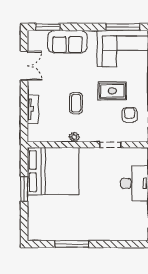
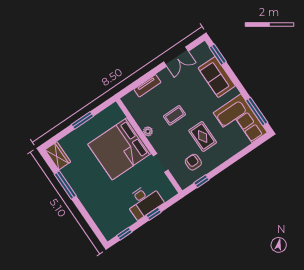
armchair: (130, 115) -> (193, 162), turned -90
bed: (53, 171) -> (120, 149), moved, turned 90
wardrobe: (41, 233) -> (58, 156), added

